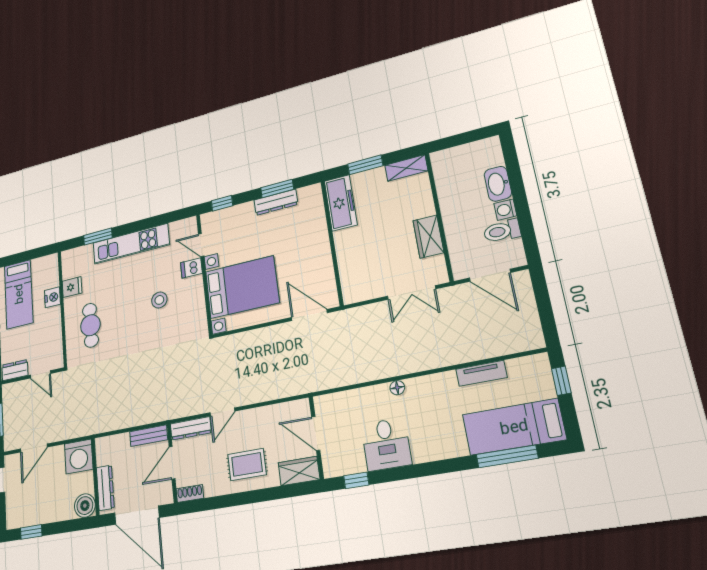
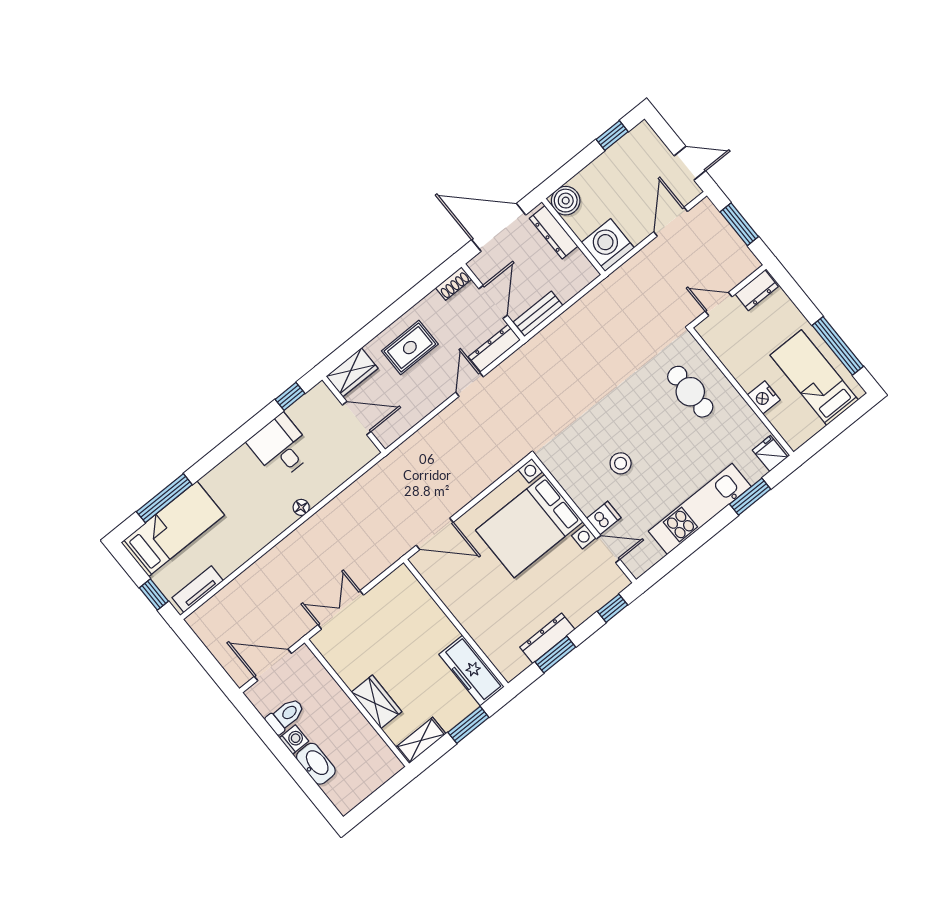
wardrobe: (428, 237) -> (377, 702), moved
fridge: (72, 287) -> (770, 454), moved, turned 90
tv unit: (481, 373) -> (198, 589), moved

